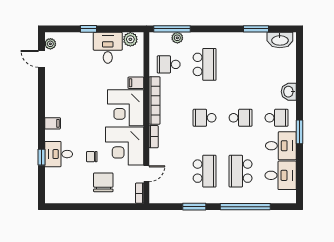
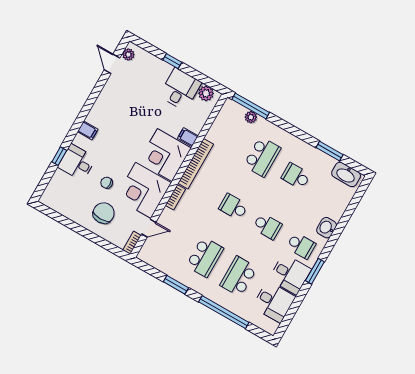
school desk: (169, 64) -> (296, 176), moved

